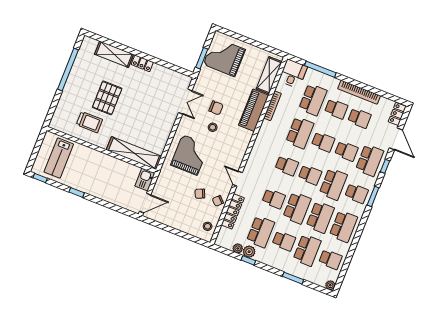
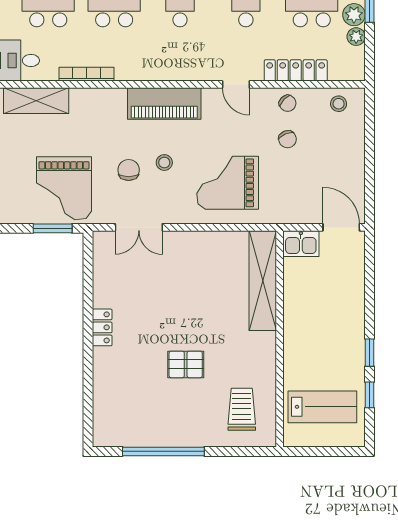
shelving: (114, 54) -> (106, 382), removed
grand piano: (224, 57) -> (64, 188), moved
pallet: (107, 98) -> (186, 364), width x0.67, depth x0.71
double door: (185, 102) -> (139, 227), swing flipped
piano: (254, 110) -> (164, 104), moved
trolley: (89, 122) -> (242, 409), moved
window: (40, 178) -> (369, 395), moved
door: (238, 179) -> (236, 84), hinge flipped

